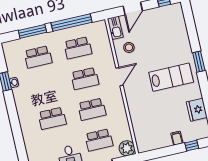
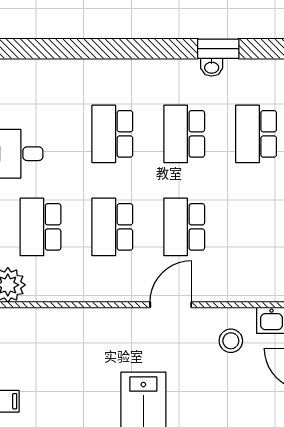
school desk: (78, 48) -> (184, 134), moved
door: (119, 77) -> (171, 305), swing flipped

